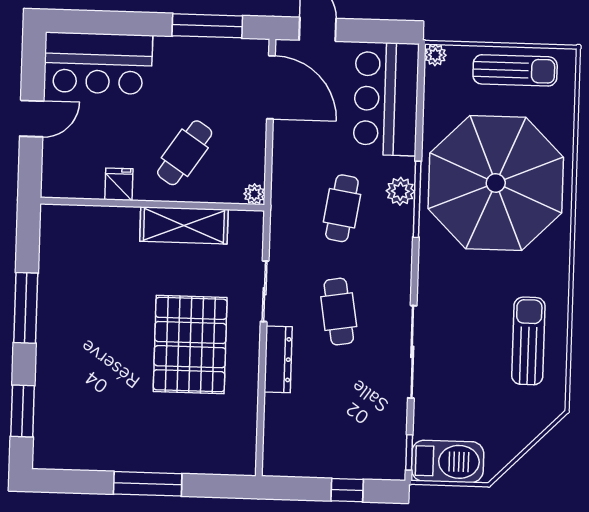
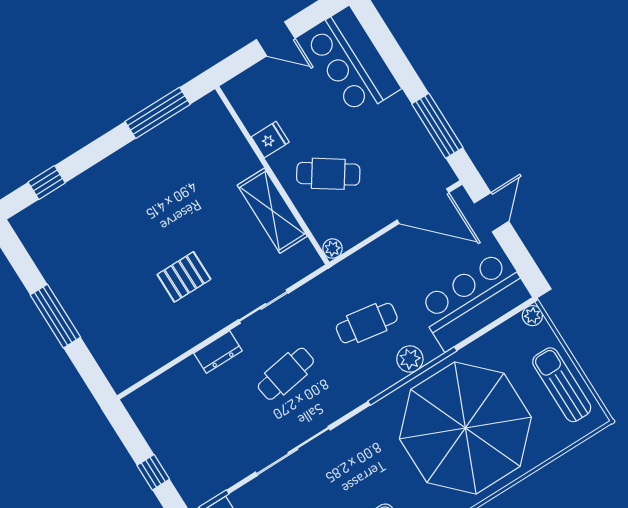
sun lounger: (515, 70) -> (562, 385), turned 180
door: (271, 87) -> (423, 206), hinge flipped
window: (417, 199) -> (412, 376), width x1.46
window: (26, 308) -> (158, 113), moved
pallet: (190, 345) -> (184, 277), width x0.49, depth x0.50
dresser: (278, 359) -> (218, 352), width x0.70
window: (23, 411) -> (47, 183), width x0.67

